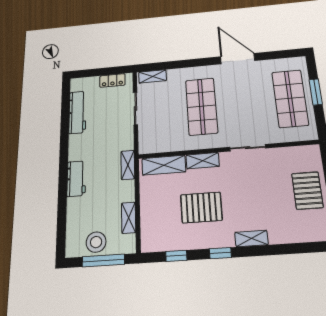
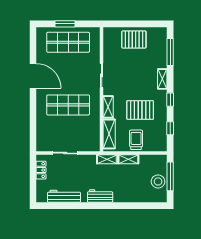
door: (238, 59) -> (33, 76), swing flipped
shelving: (153, 76) -> (41, 140), removed
workbench: (76, 179) -> (100, 196), moved
trolley: (157, 205) -> (136, 140), added
pallet: (201, 207) -> (140, 110), turned 90
shelving: (129, 218) -> (128, 159), moved
window: (295, 248) -> (170, 52), added

